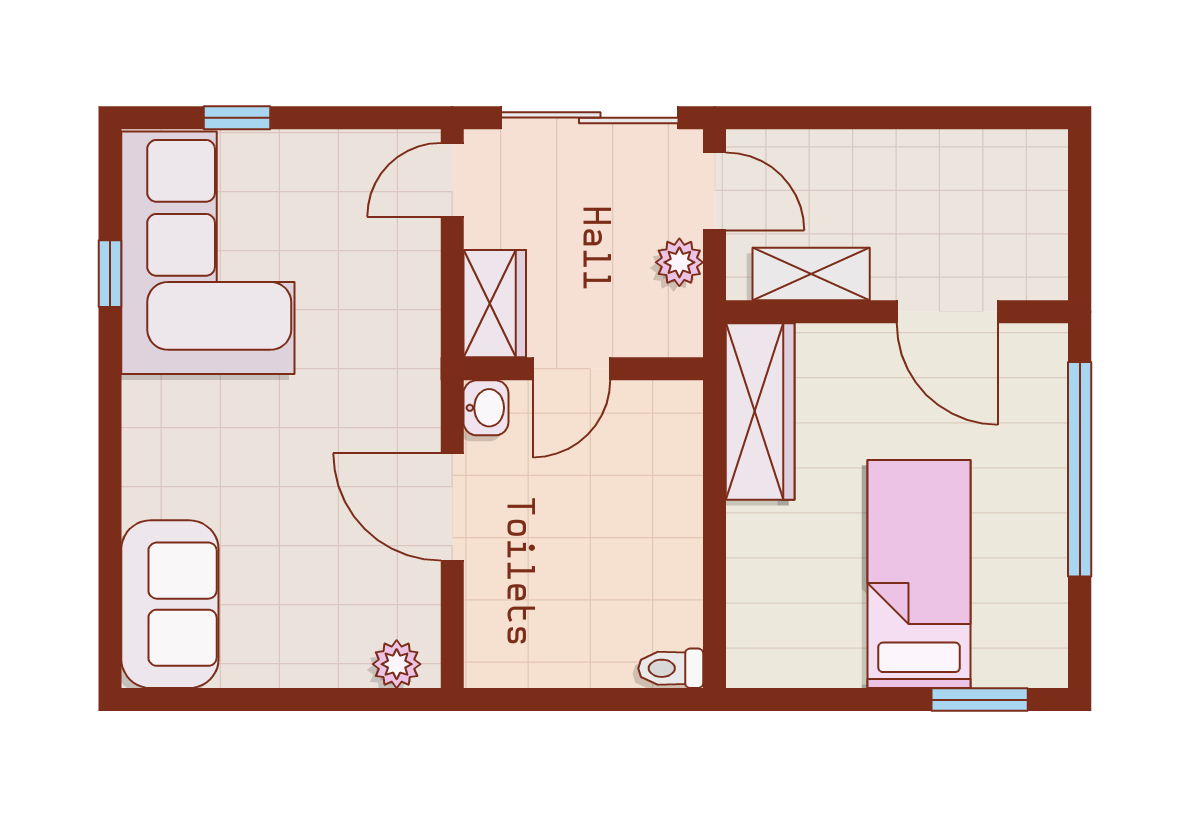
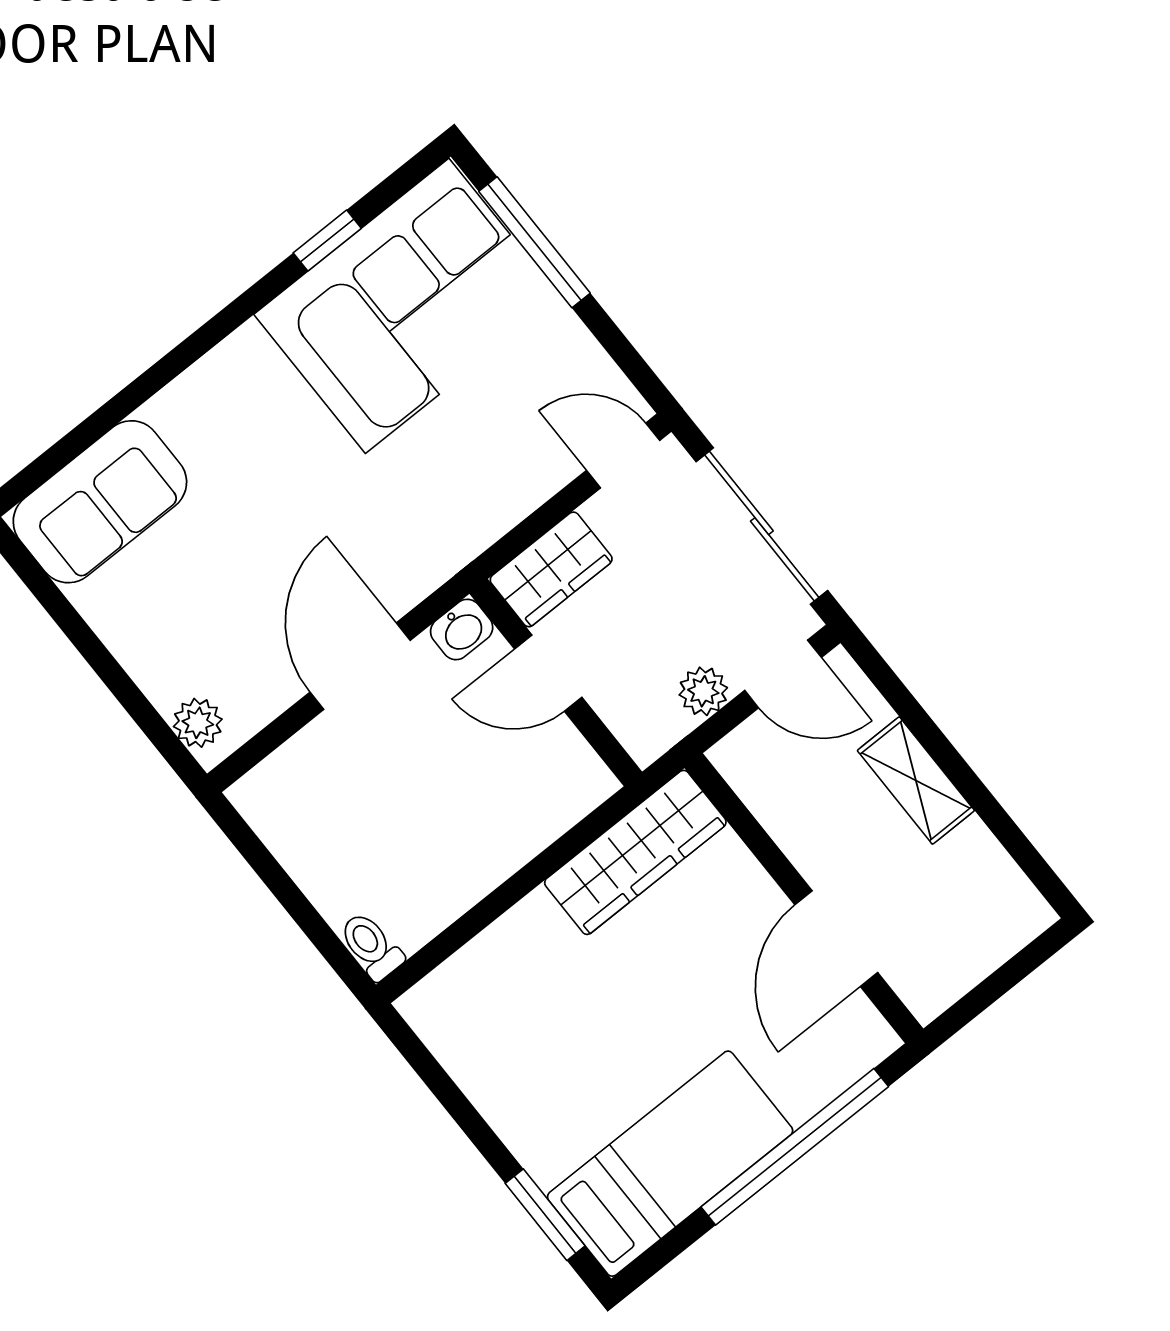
window: (237, 118) -> (534, 242), width x2.17
door: (715, 191) -> (783, 674), hinge flipped
shelving: (811, 274) -> (916, 780), moved
bed: (919, 574) -> (670, 1164), moved

